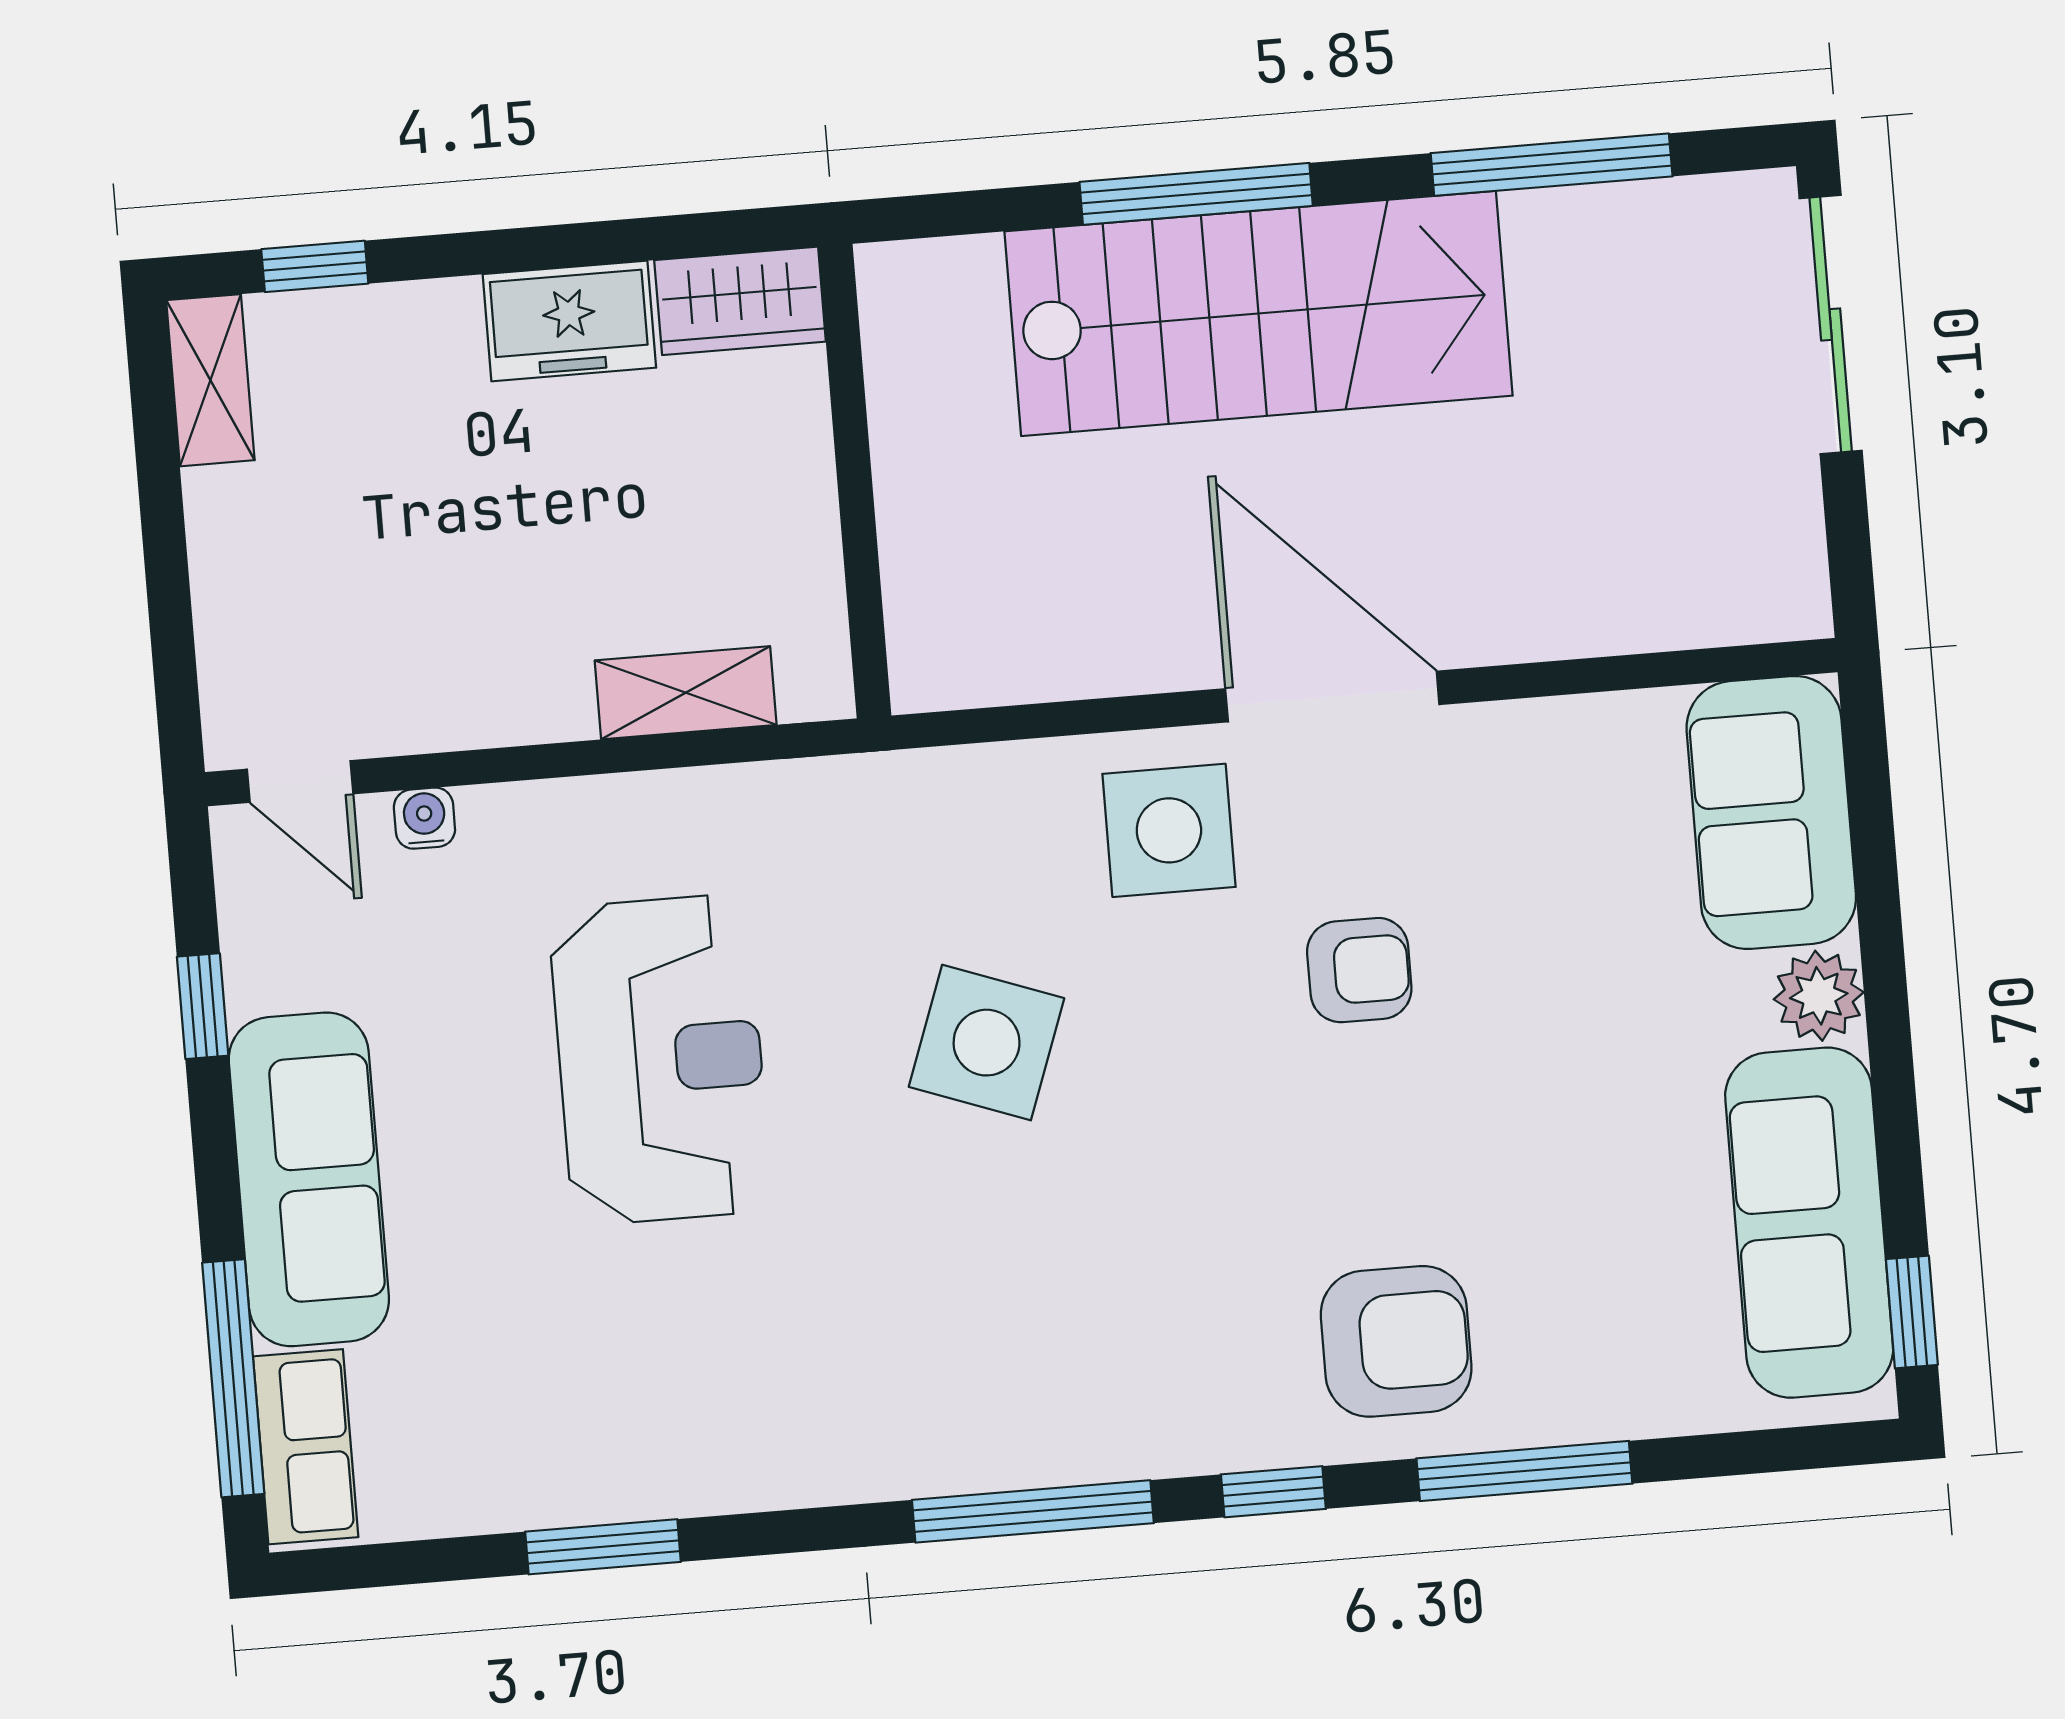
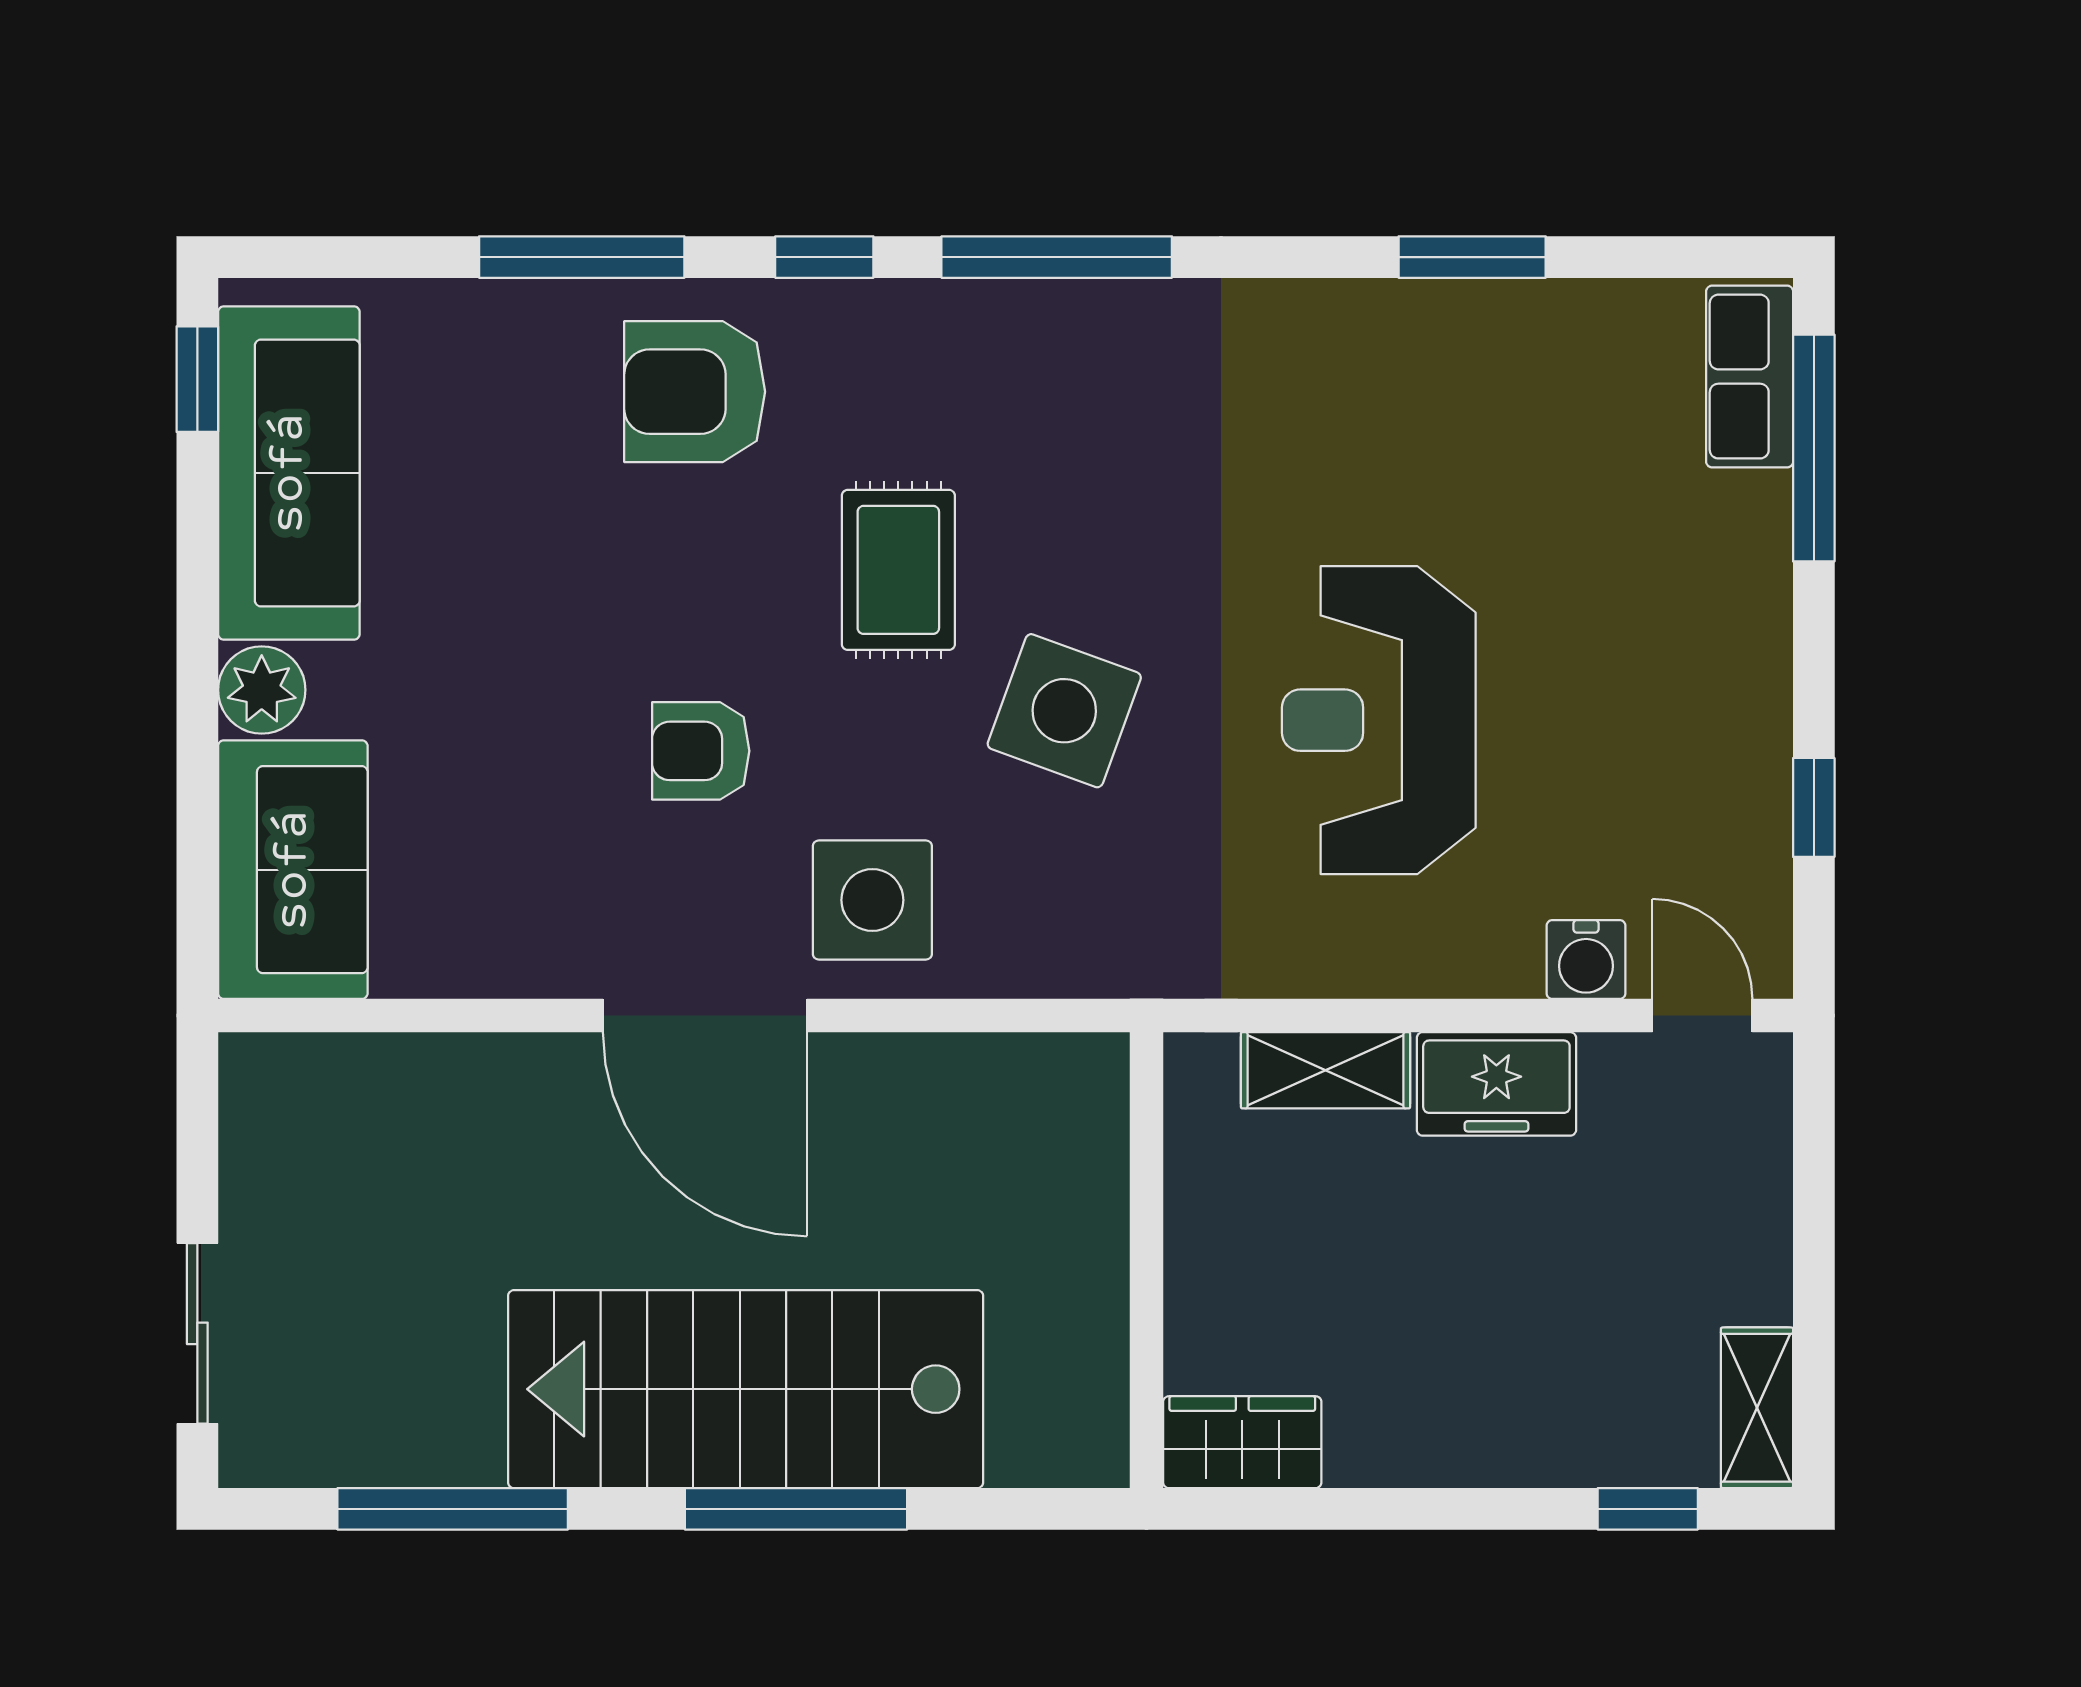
freezer: (569, 321) -> (1496, 1084), moved, turned 180
sliding door: (1831, 324) -> (197, 1333), width x0.73
water cooler: (424, 818) -> (1586, 960), width x1.38, depth x1.38
rug: (1170, 1174) -> (898, 570), added
sofa: (309, 1179) -> (1726, 633), removed

